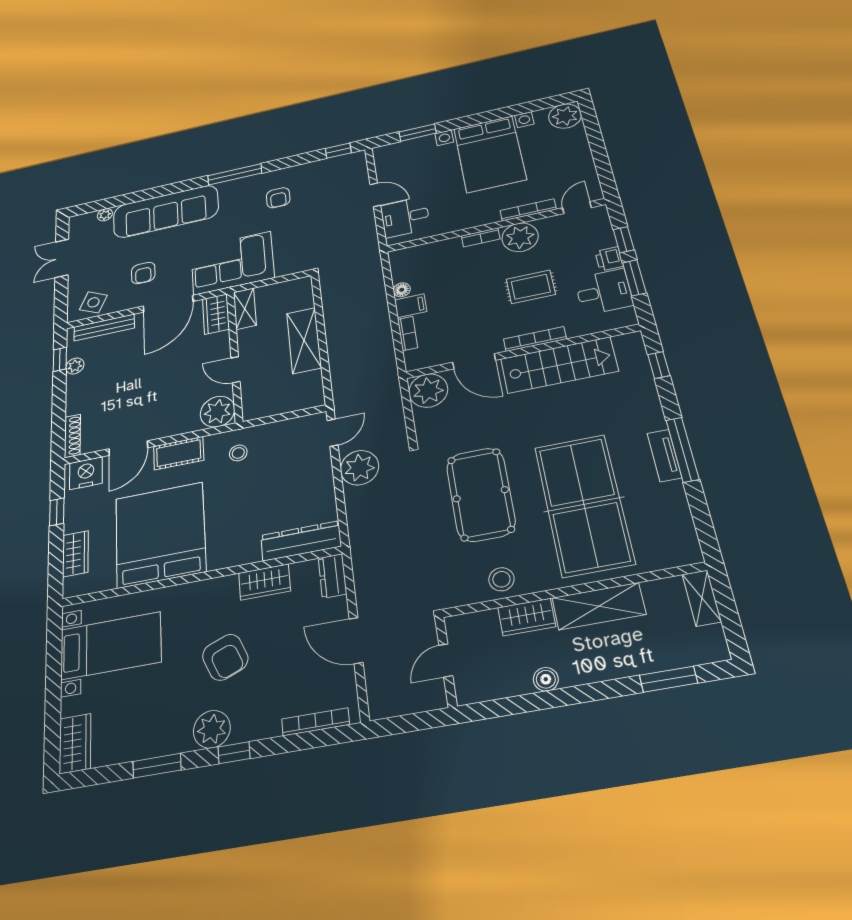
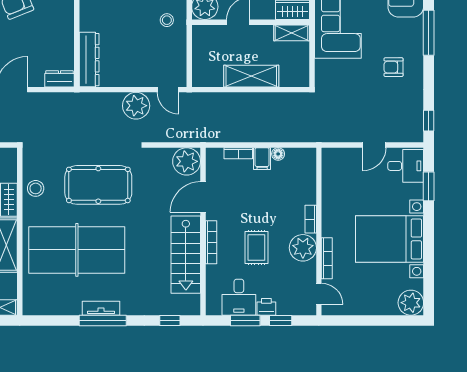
desk: (405, 217) -> (406, 166), moved, turned 90
wardrobe: (265, 582) -> (64, 32), removed

